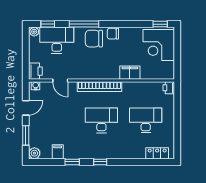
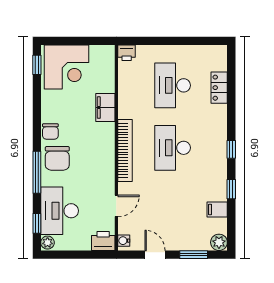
locker: (157, 153) -> (219, 88), moved

